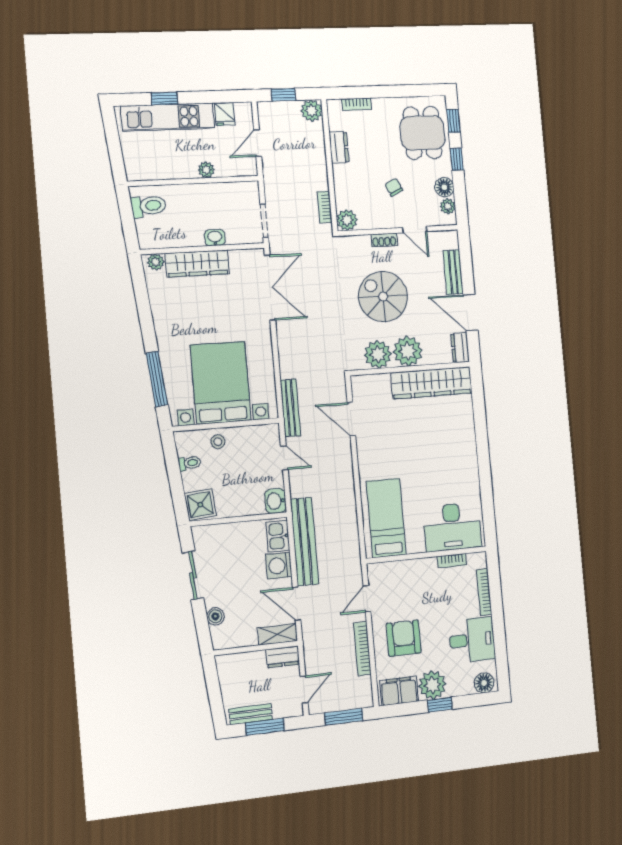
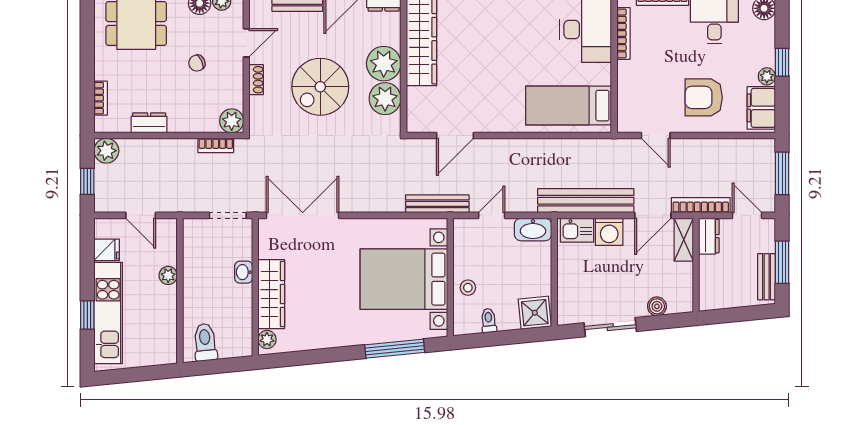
washbasin: (275, 501) -> (533, 229), width x1.38
bookcase: (452, 561) -> (623, 33), width x1.56
bookcase: (362, 649) -> (701, 205), moved, turned 180
plant: (432, 685) -> (767, 76), width x0.53, depth x0.53

